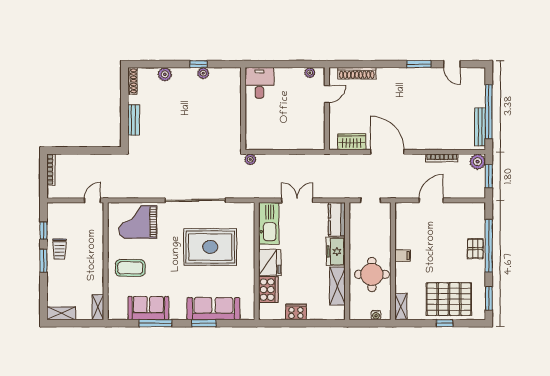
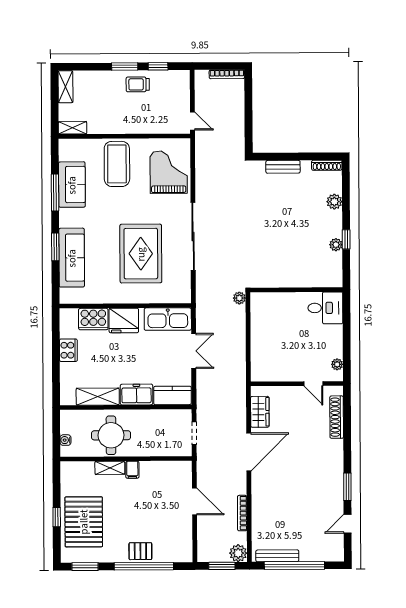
coffee table: (130, 268) -> (117, 164), width x1.36, depth x1.32
shelving: (401, 307) -> (110, 468), moved

